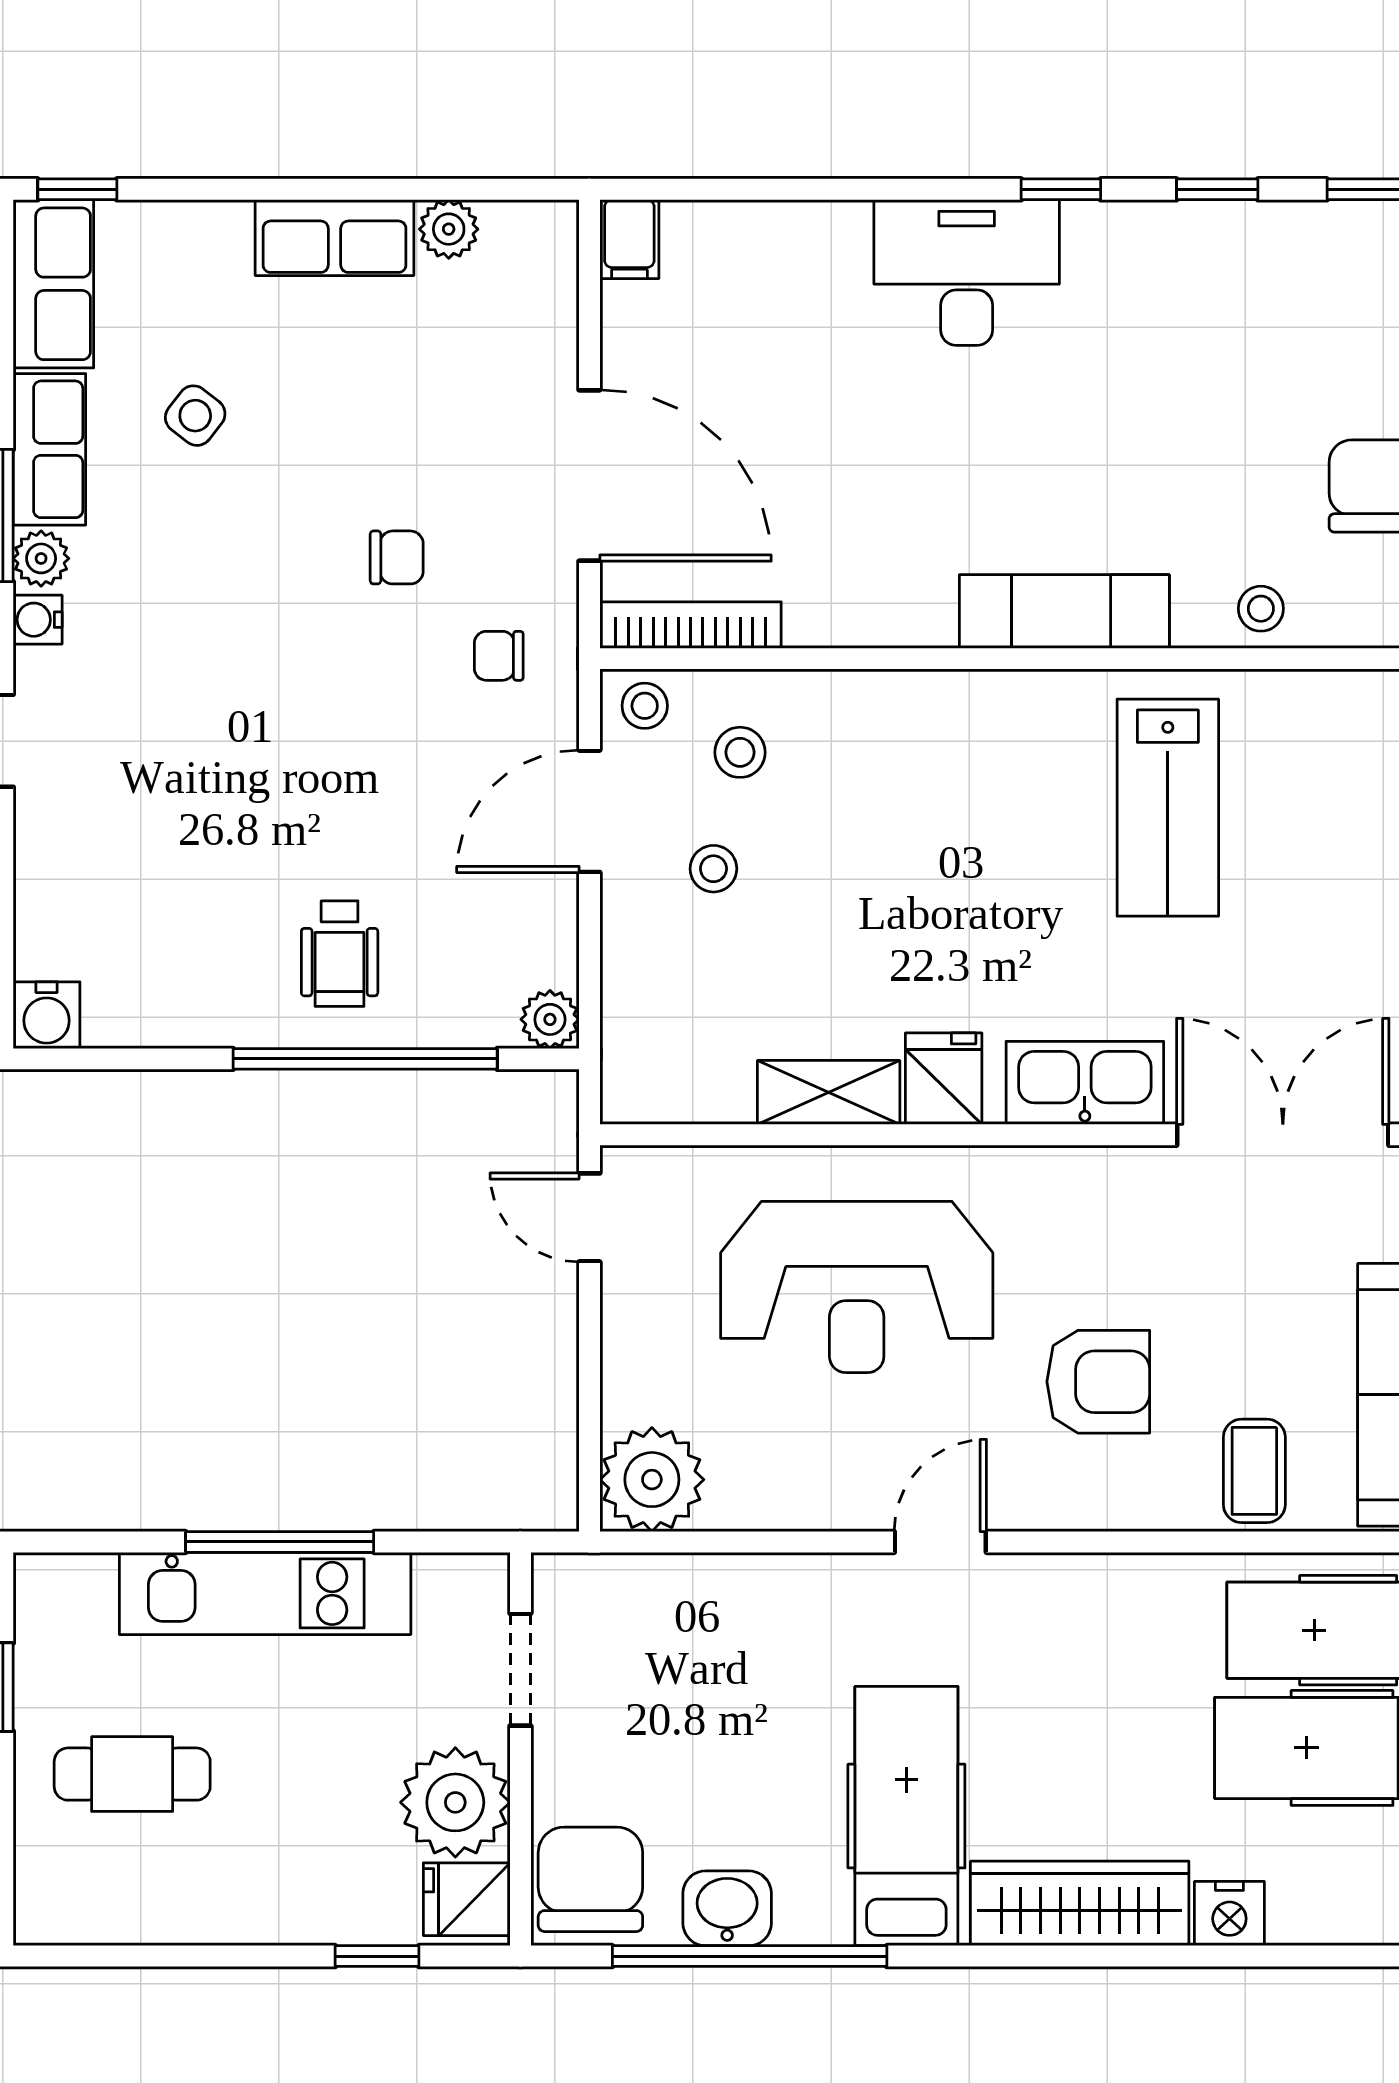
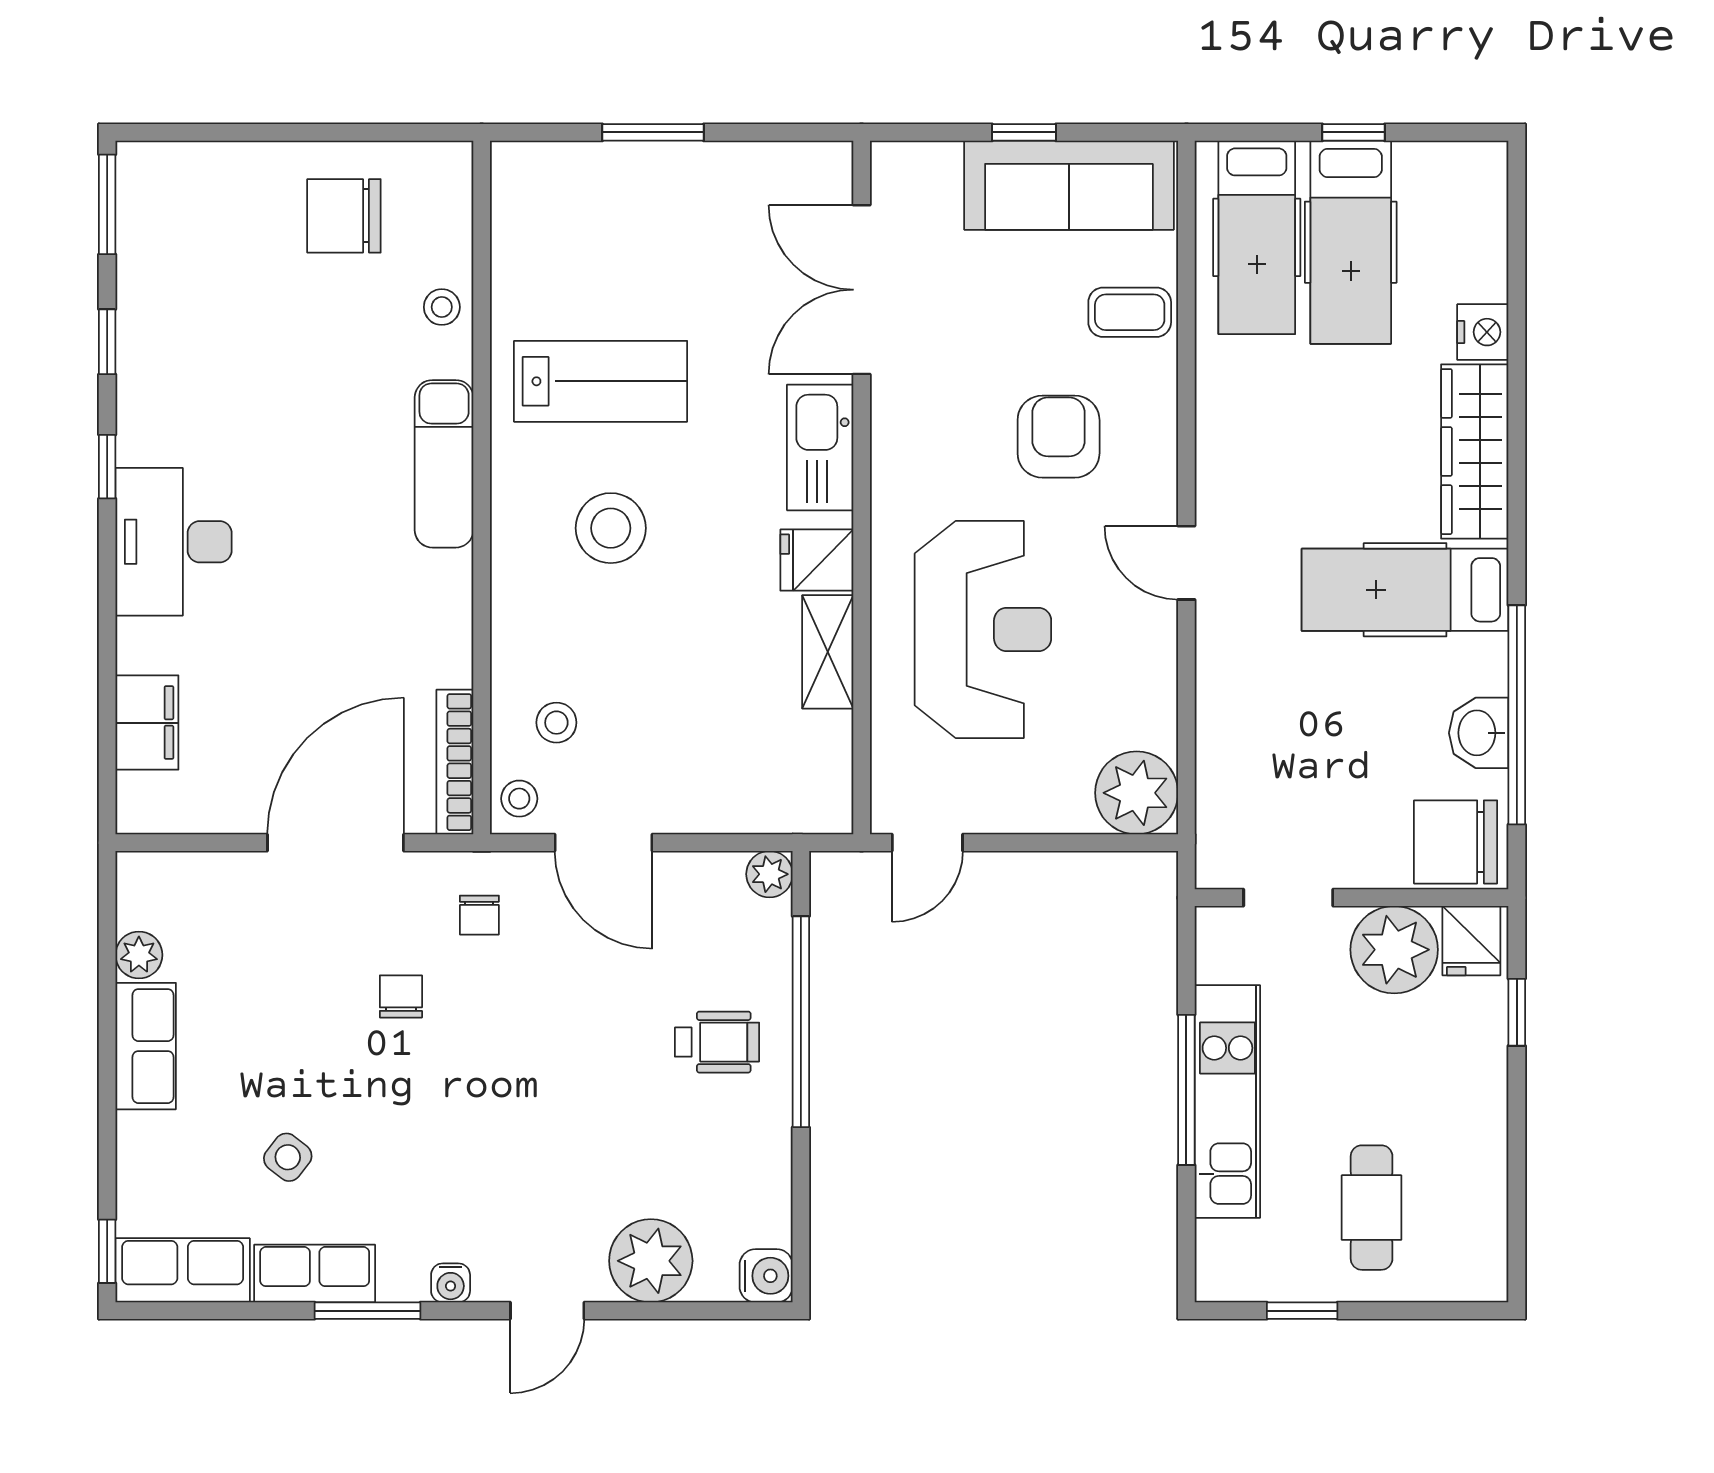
filing cabinet: (629, 239) -> (147, 723), moved, width x2.00
plant: (41, 558) -> (651, 1261), moved, width x1.88, depth x1.88
stool: (713, 869) -> (611, 528), moved, width x1.89, depth x1.89

